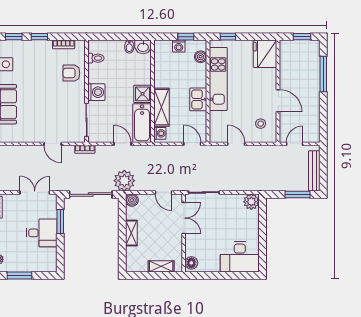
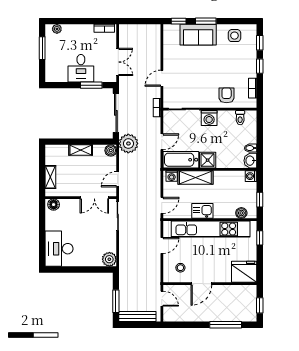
washing machine: (179, 46) -> (251, 176), moved
kitchen unit: (218, 79) -> (211, 229), width x1.36

